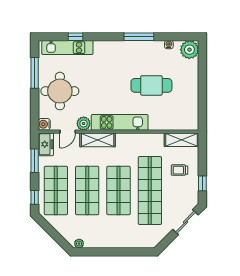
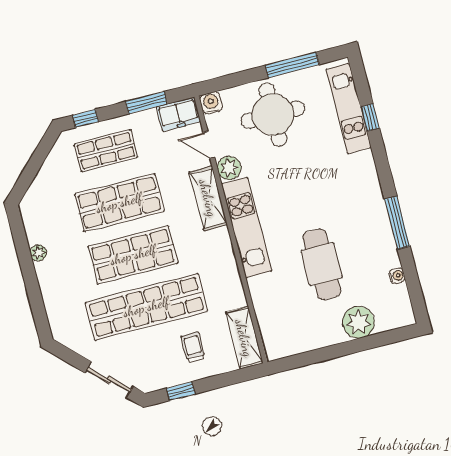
plant: (189, 50) -> (358, 322), moved
shop shelf: (56, 190) -> (106, 151), width x0.70, depth x0.74
plant: (79, 244) -> (38, 253), moved

